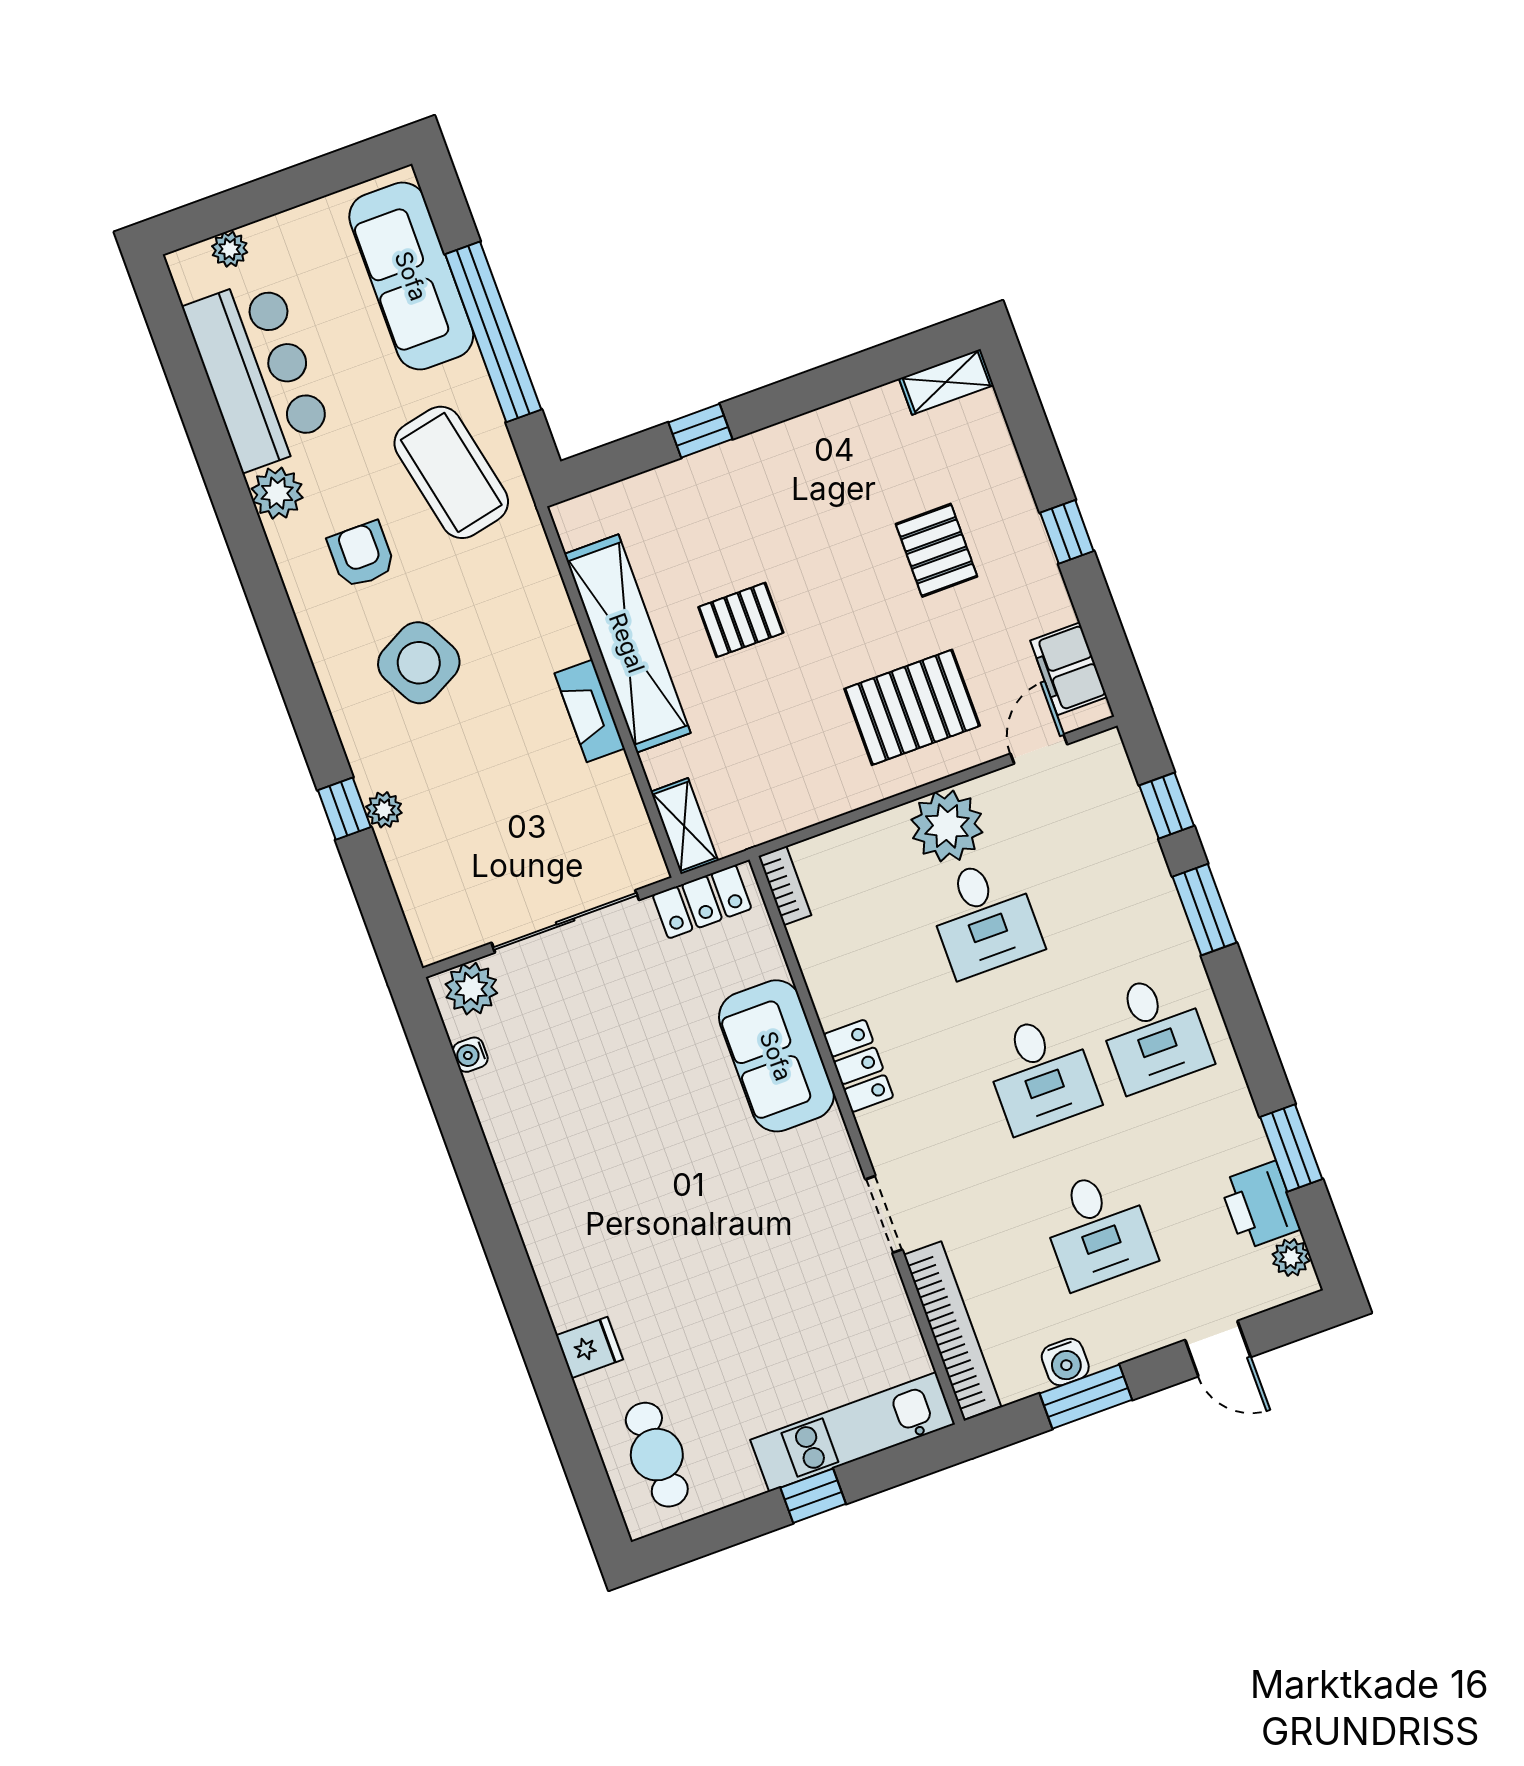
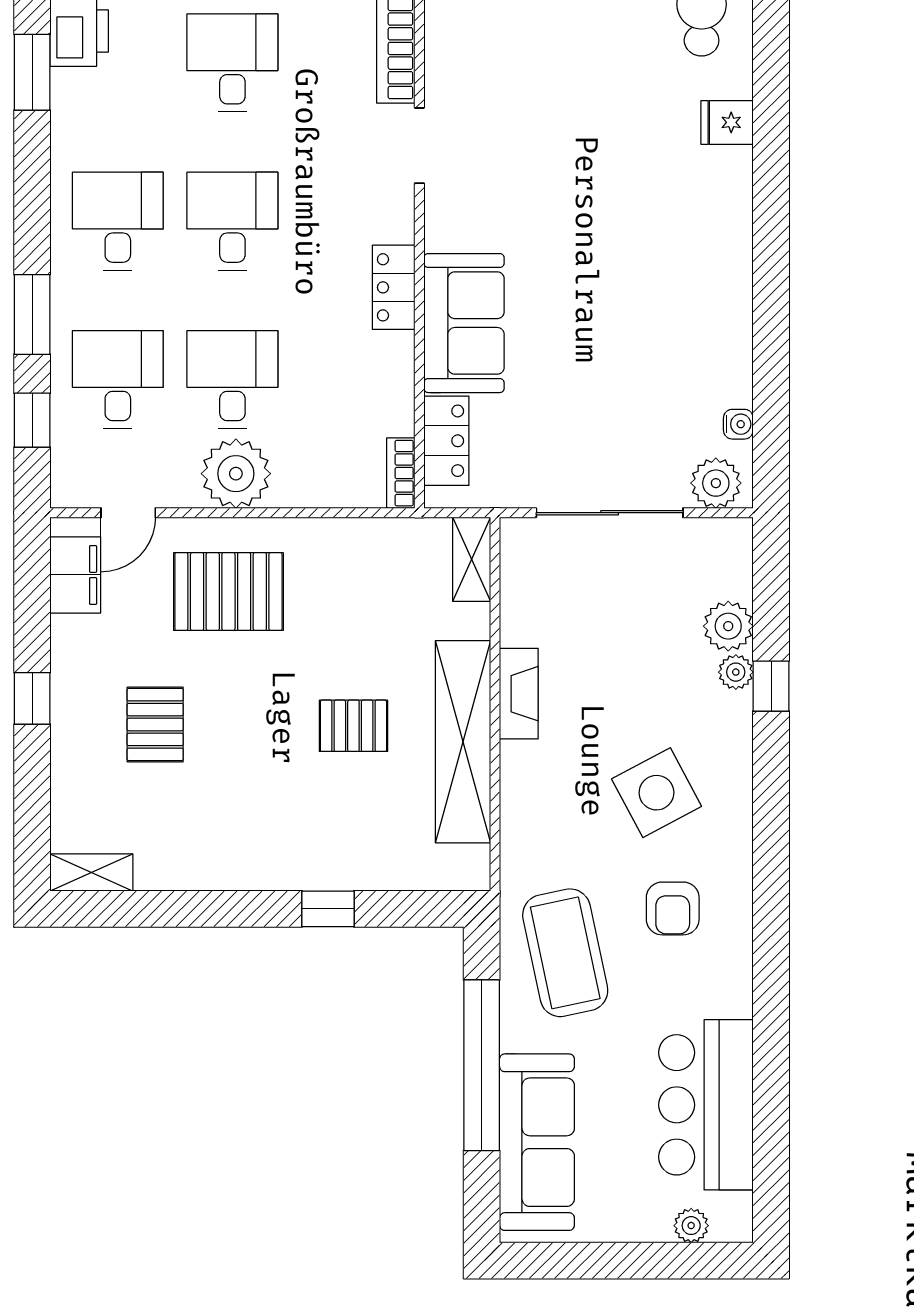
plant: (277, 493) -> (728, 626), moved
desk: (1097, 876) -> (118, 380), added
locker: (702, 902) -> (446, 441), moved, turned 90

